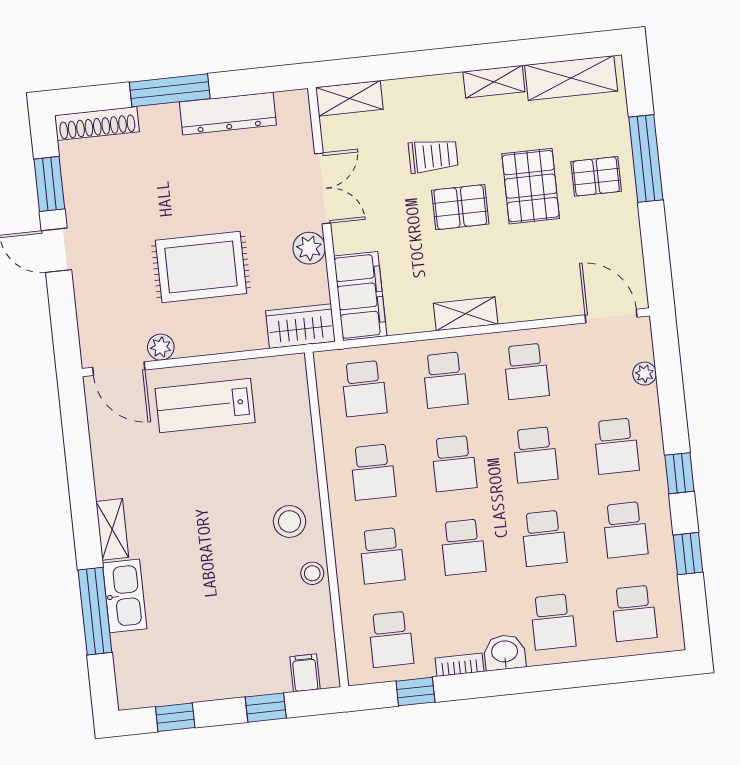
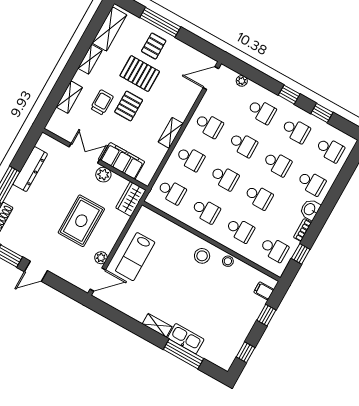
shelving: (349, 98) -> (69, 97), moved
filing cabinet: (360, 296) -> (123, 161), moved

